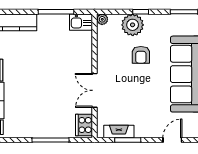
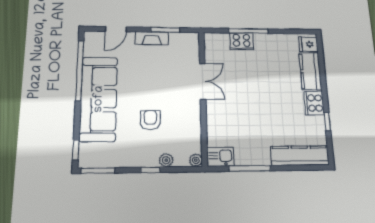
plant: (133, 25) -> (166, 160), width x0.53, depth x0.53
cooker: (84, 125) -> (242, 41), moved, turned 90
fireplace: (119, 131) -> (152, 38), moved

